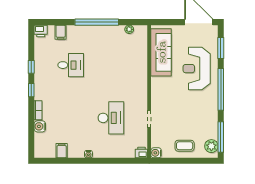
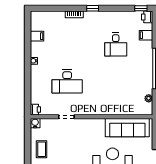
window: (31, 67) -> (141, 8), moved
water cooler: (40, 126) -> (59, 16), removed

